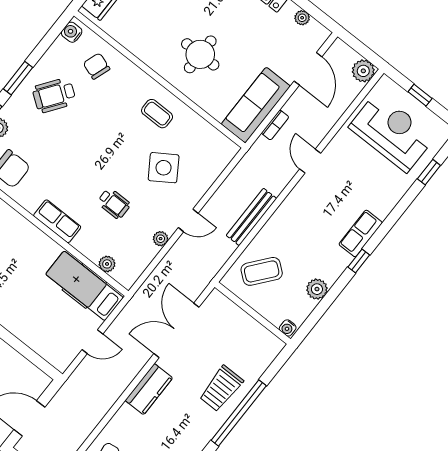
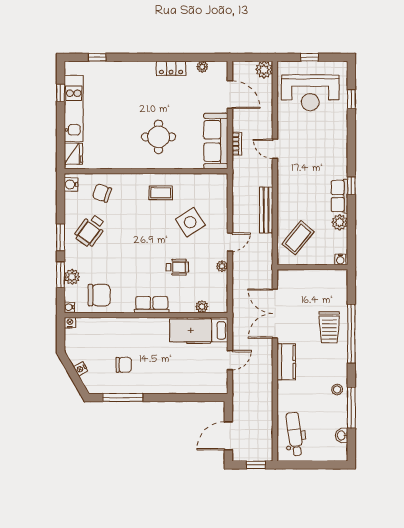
reception desk: (392, 132) -> (310, 93), turned 180
row of seats: (361, 233) -> (339, 196), moved

